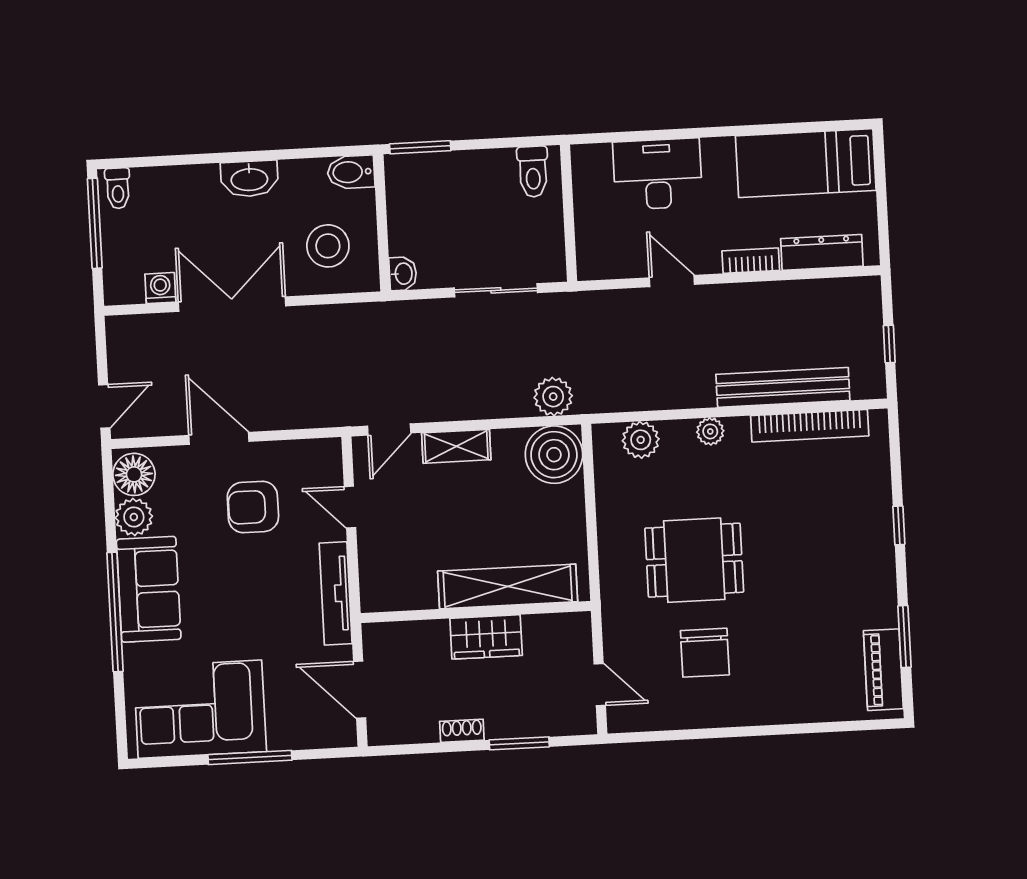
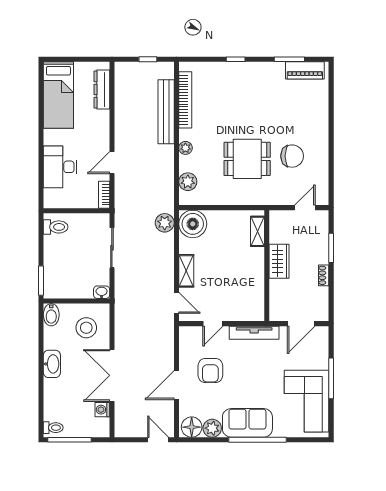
bookcase: (751, 261) -> (104, 195), moved
dining table: (694, 560) -> (247, 159), turned 90
shelving: (508, 586) -> (257, 231), width x0.45, depth x0.75

